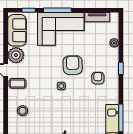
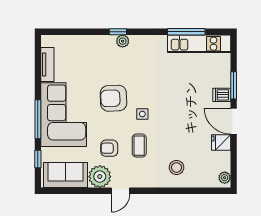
plant: (114, 43) -> (123, 41), moved
armchair: (98, 78) -> (109, 148), moved
coffee table: (18, 83) -> (139, 146), moved

